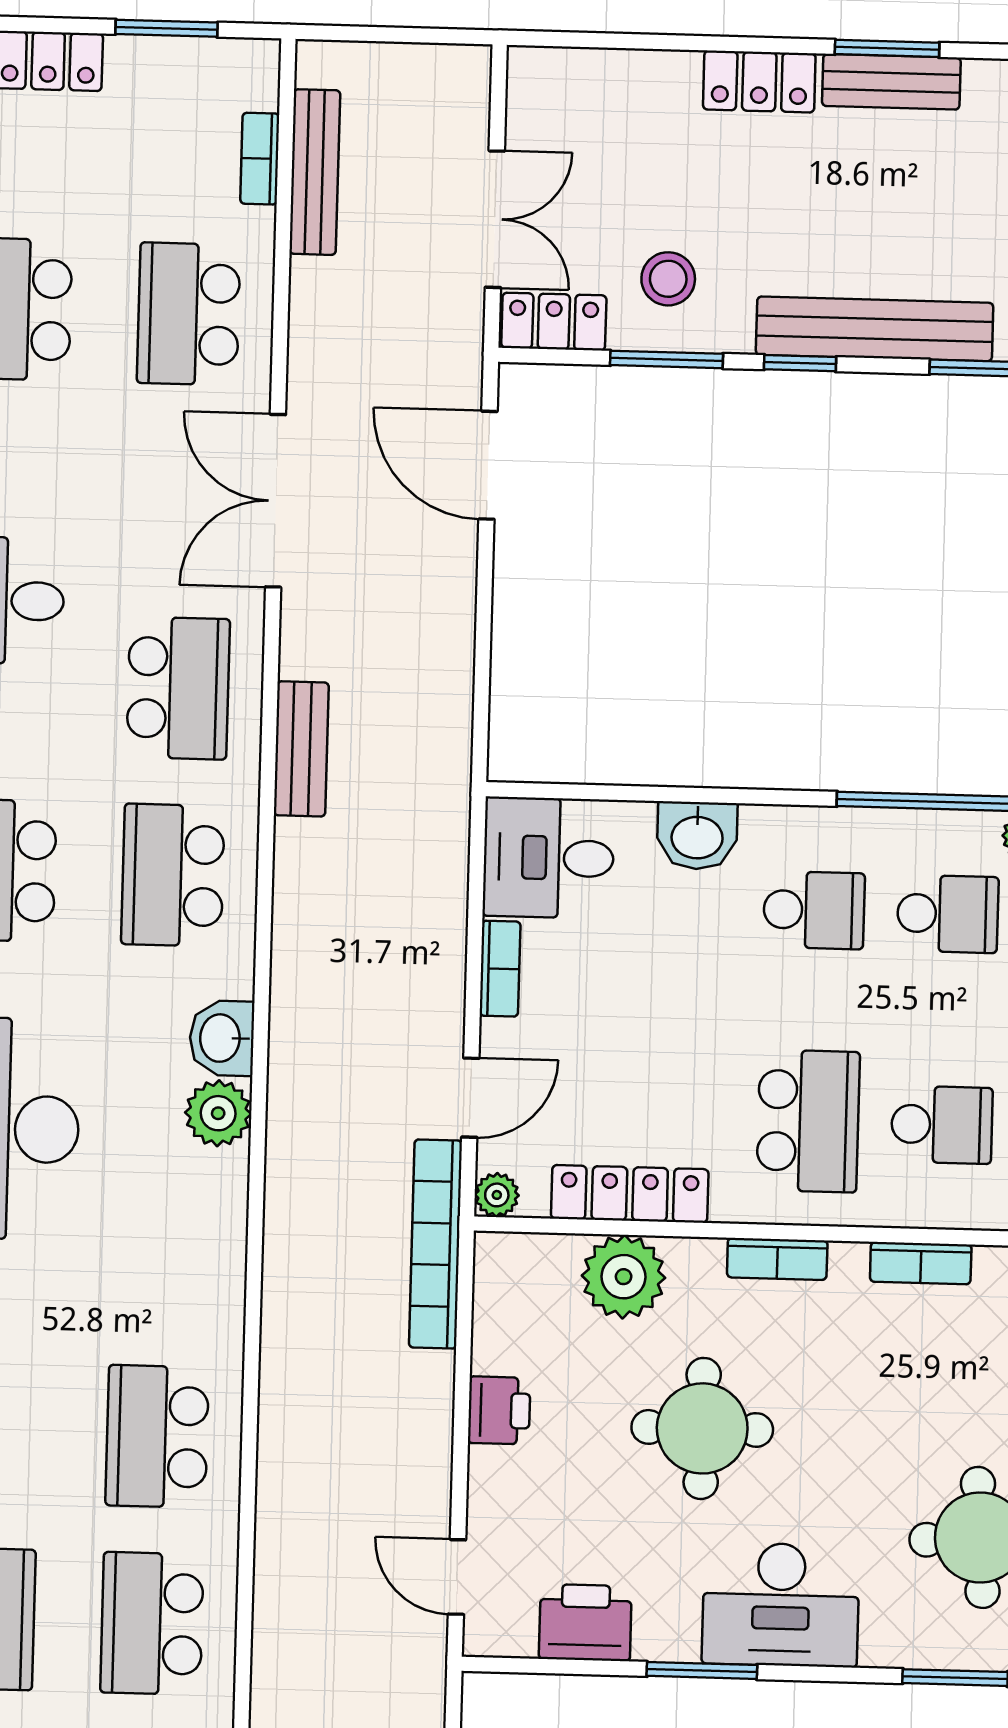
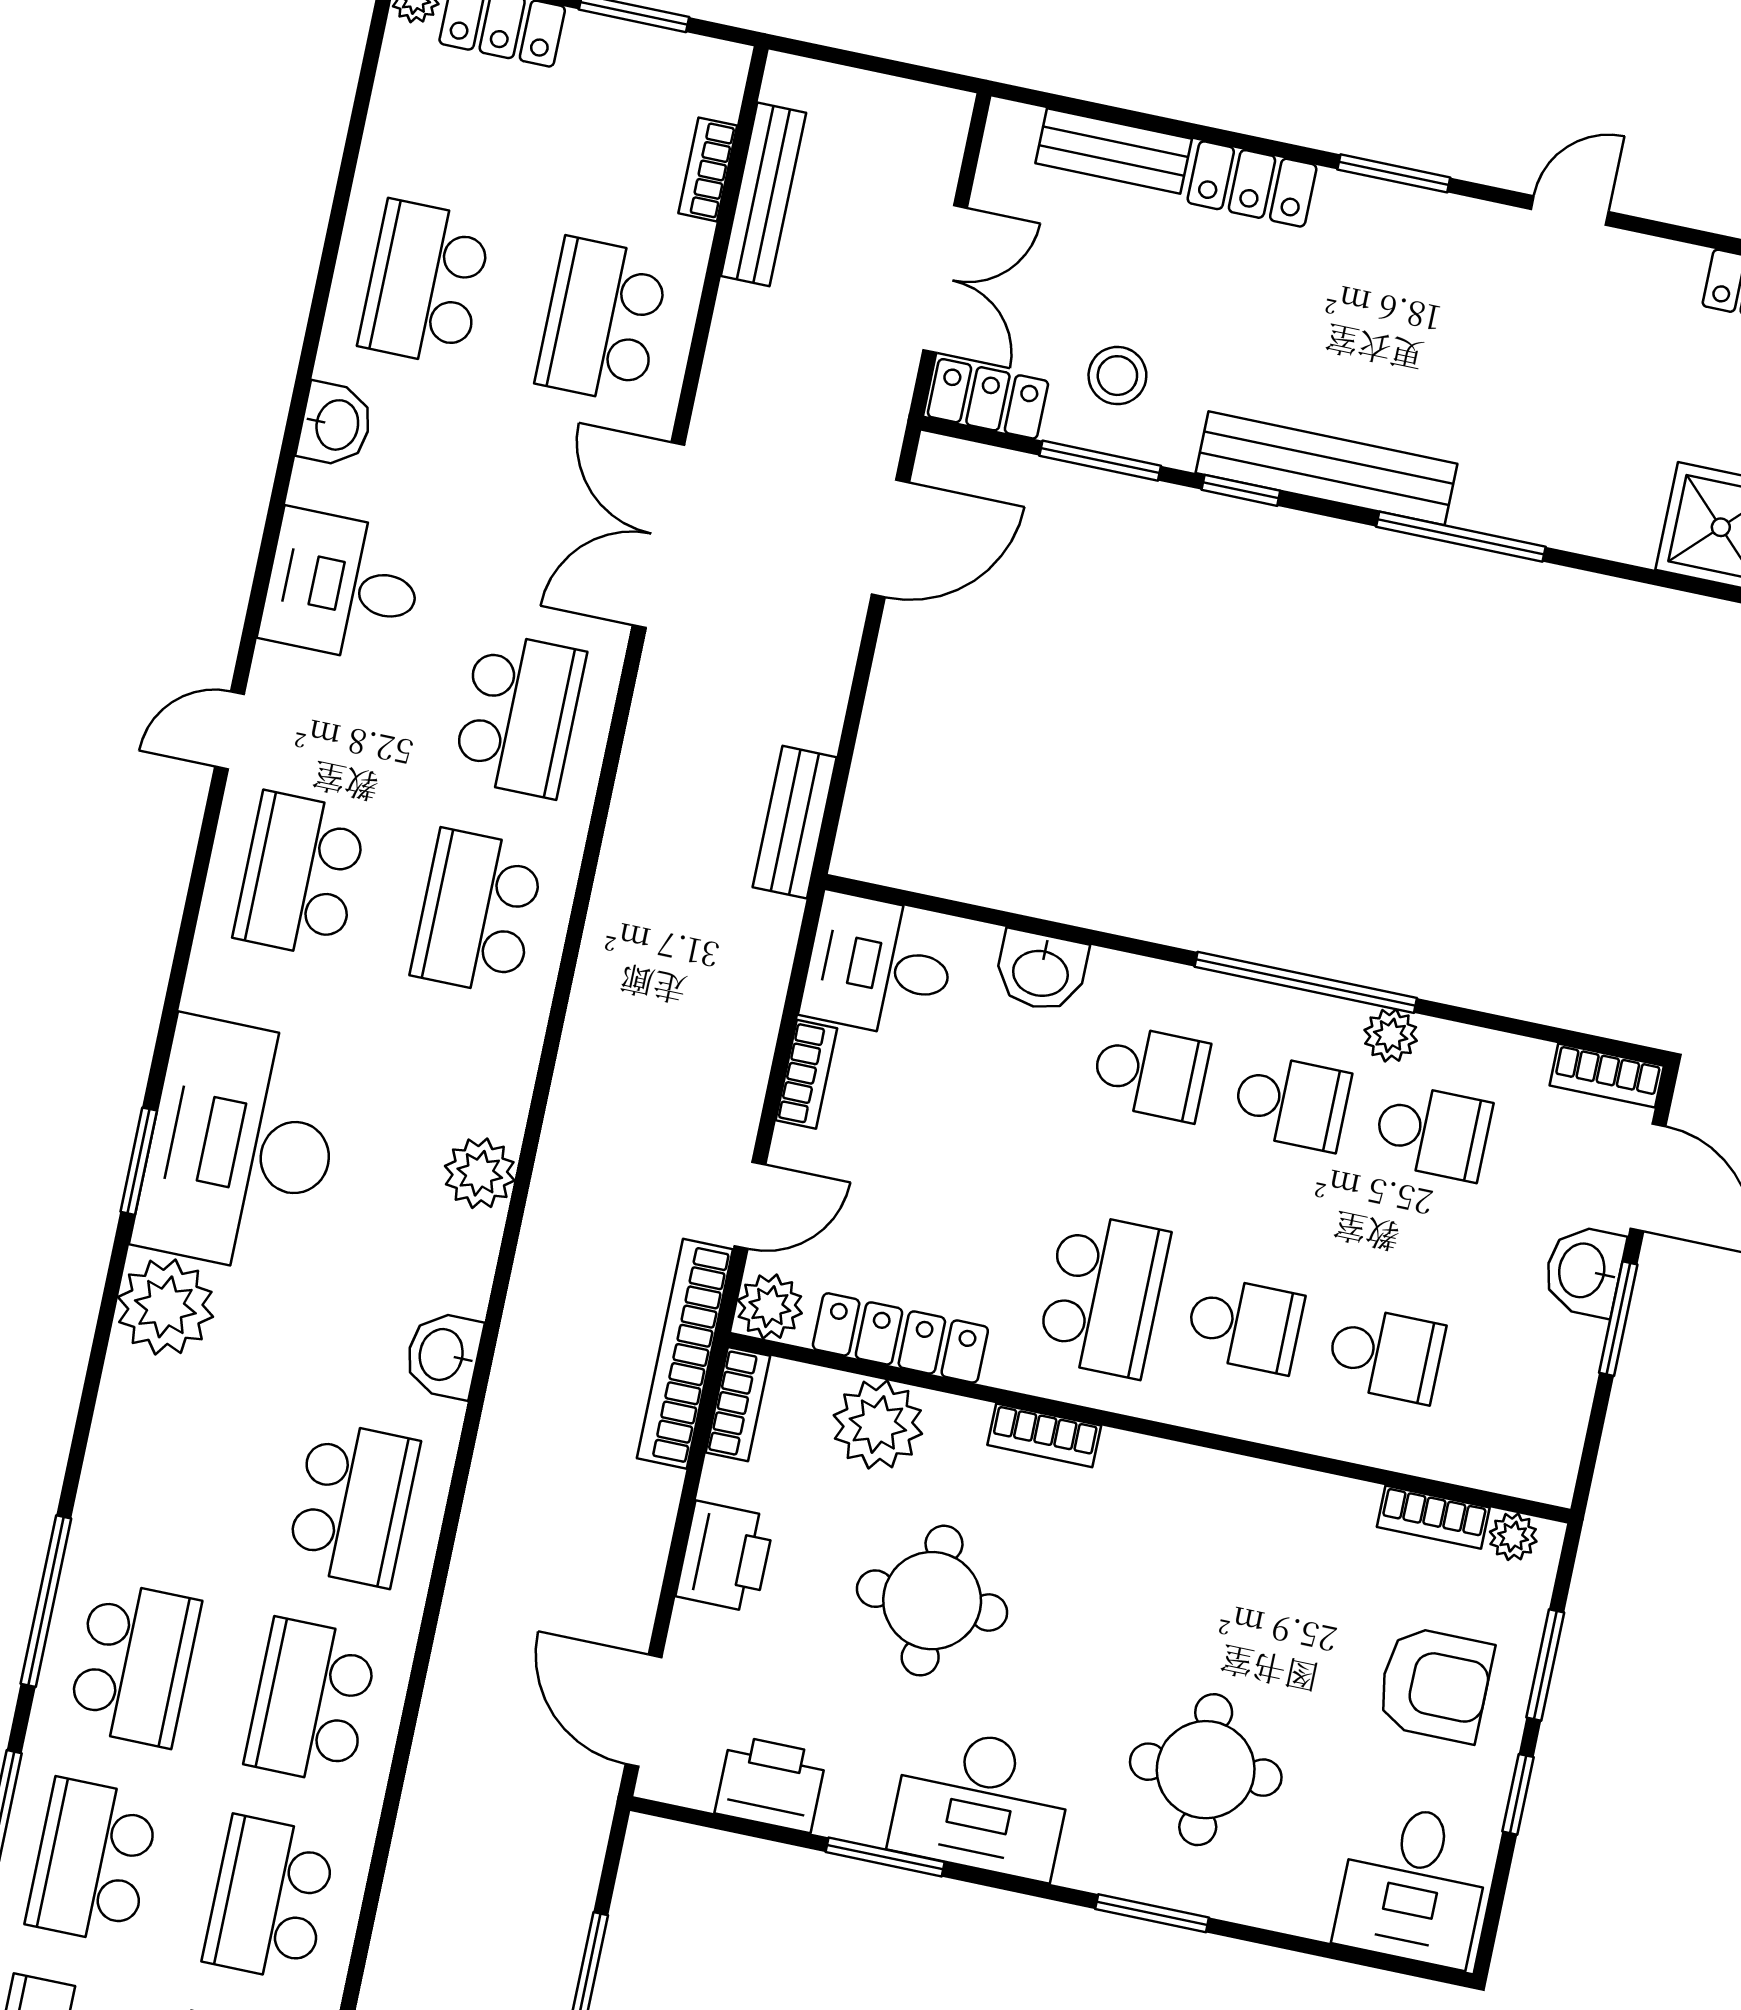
bench: (891, 82) -> (1114, 151), moved
door: (488, 465) -> (891, 538), swing flipped
bench: (301, 749) -> (795, 822), moved
washbasin: (222, 1038) -> (443, 1355), moved
plant: (497, 1195) -> (770, 1307), width x1.38, depth x1.38
bookcase: (921, 1263) -> (738, 1404), moved, turned -90
printer: (499, 1410) -> (725, 1557), width x1.36, depth x1.24
school desk: (157, 1436) -> (353, 1504), turned 180
door: (457, 1577) -> (643, 1711), width x1.38

